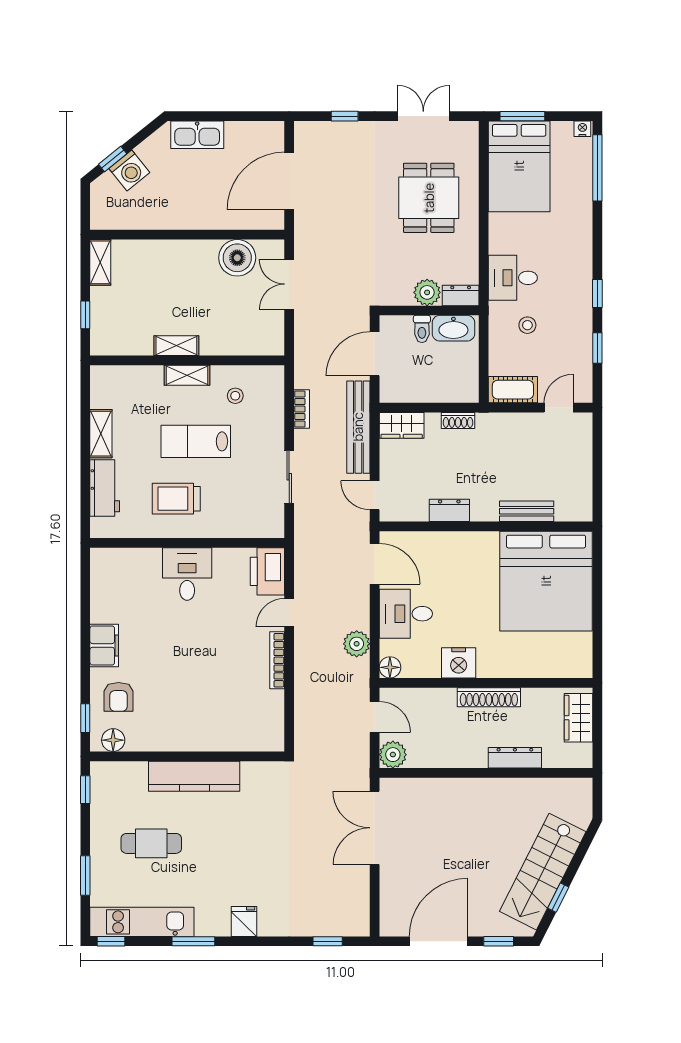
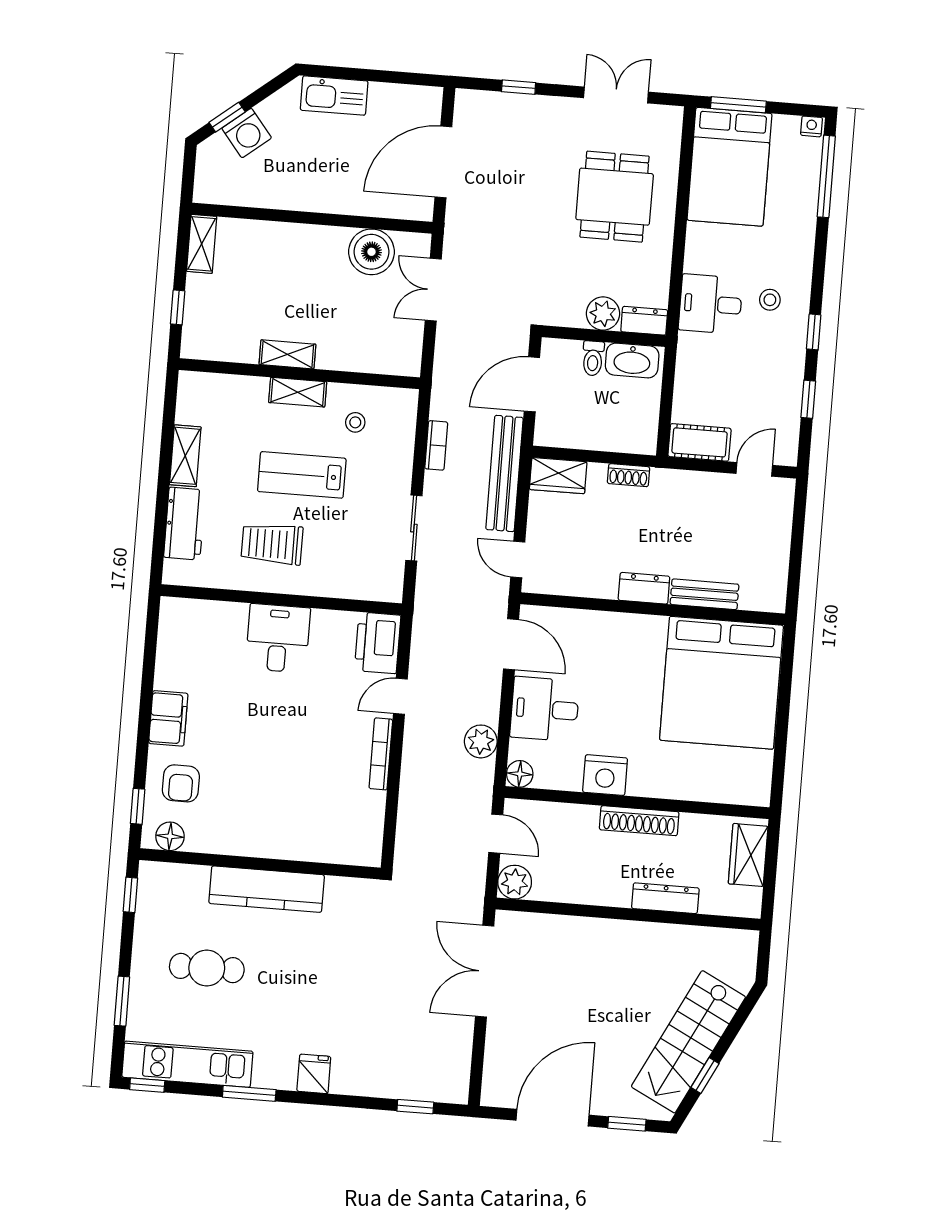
stool: (527, 325) -> (770, 300), moved
dresser: (449, 510) -> (644, 588), moved

